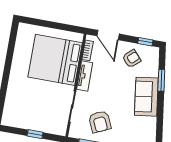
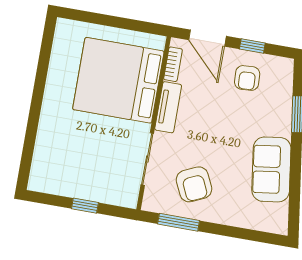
window: (145, 42) -> (252, 46), moved
armchair: (132, 59) -> (247, 78), turned 129
sofa: (146, 97) -> (271, 169), moved

